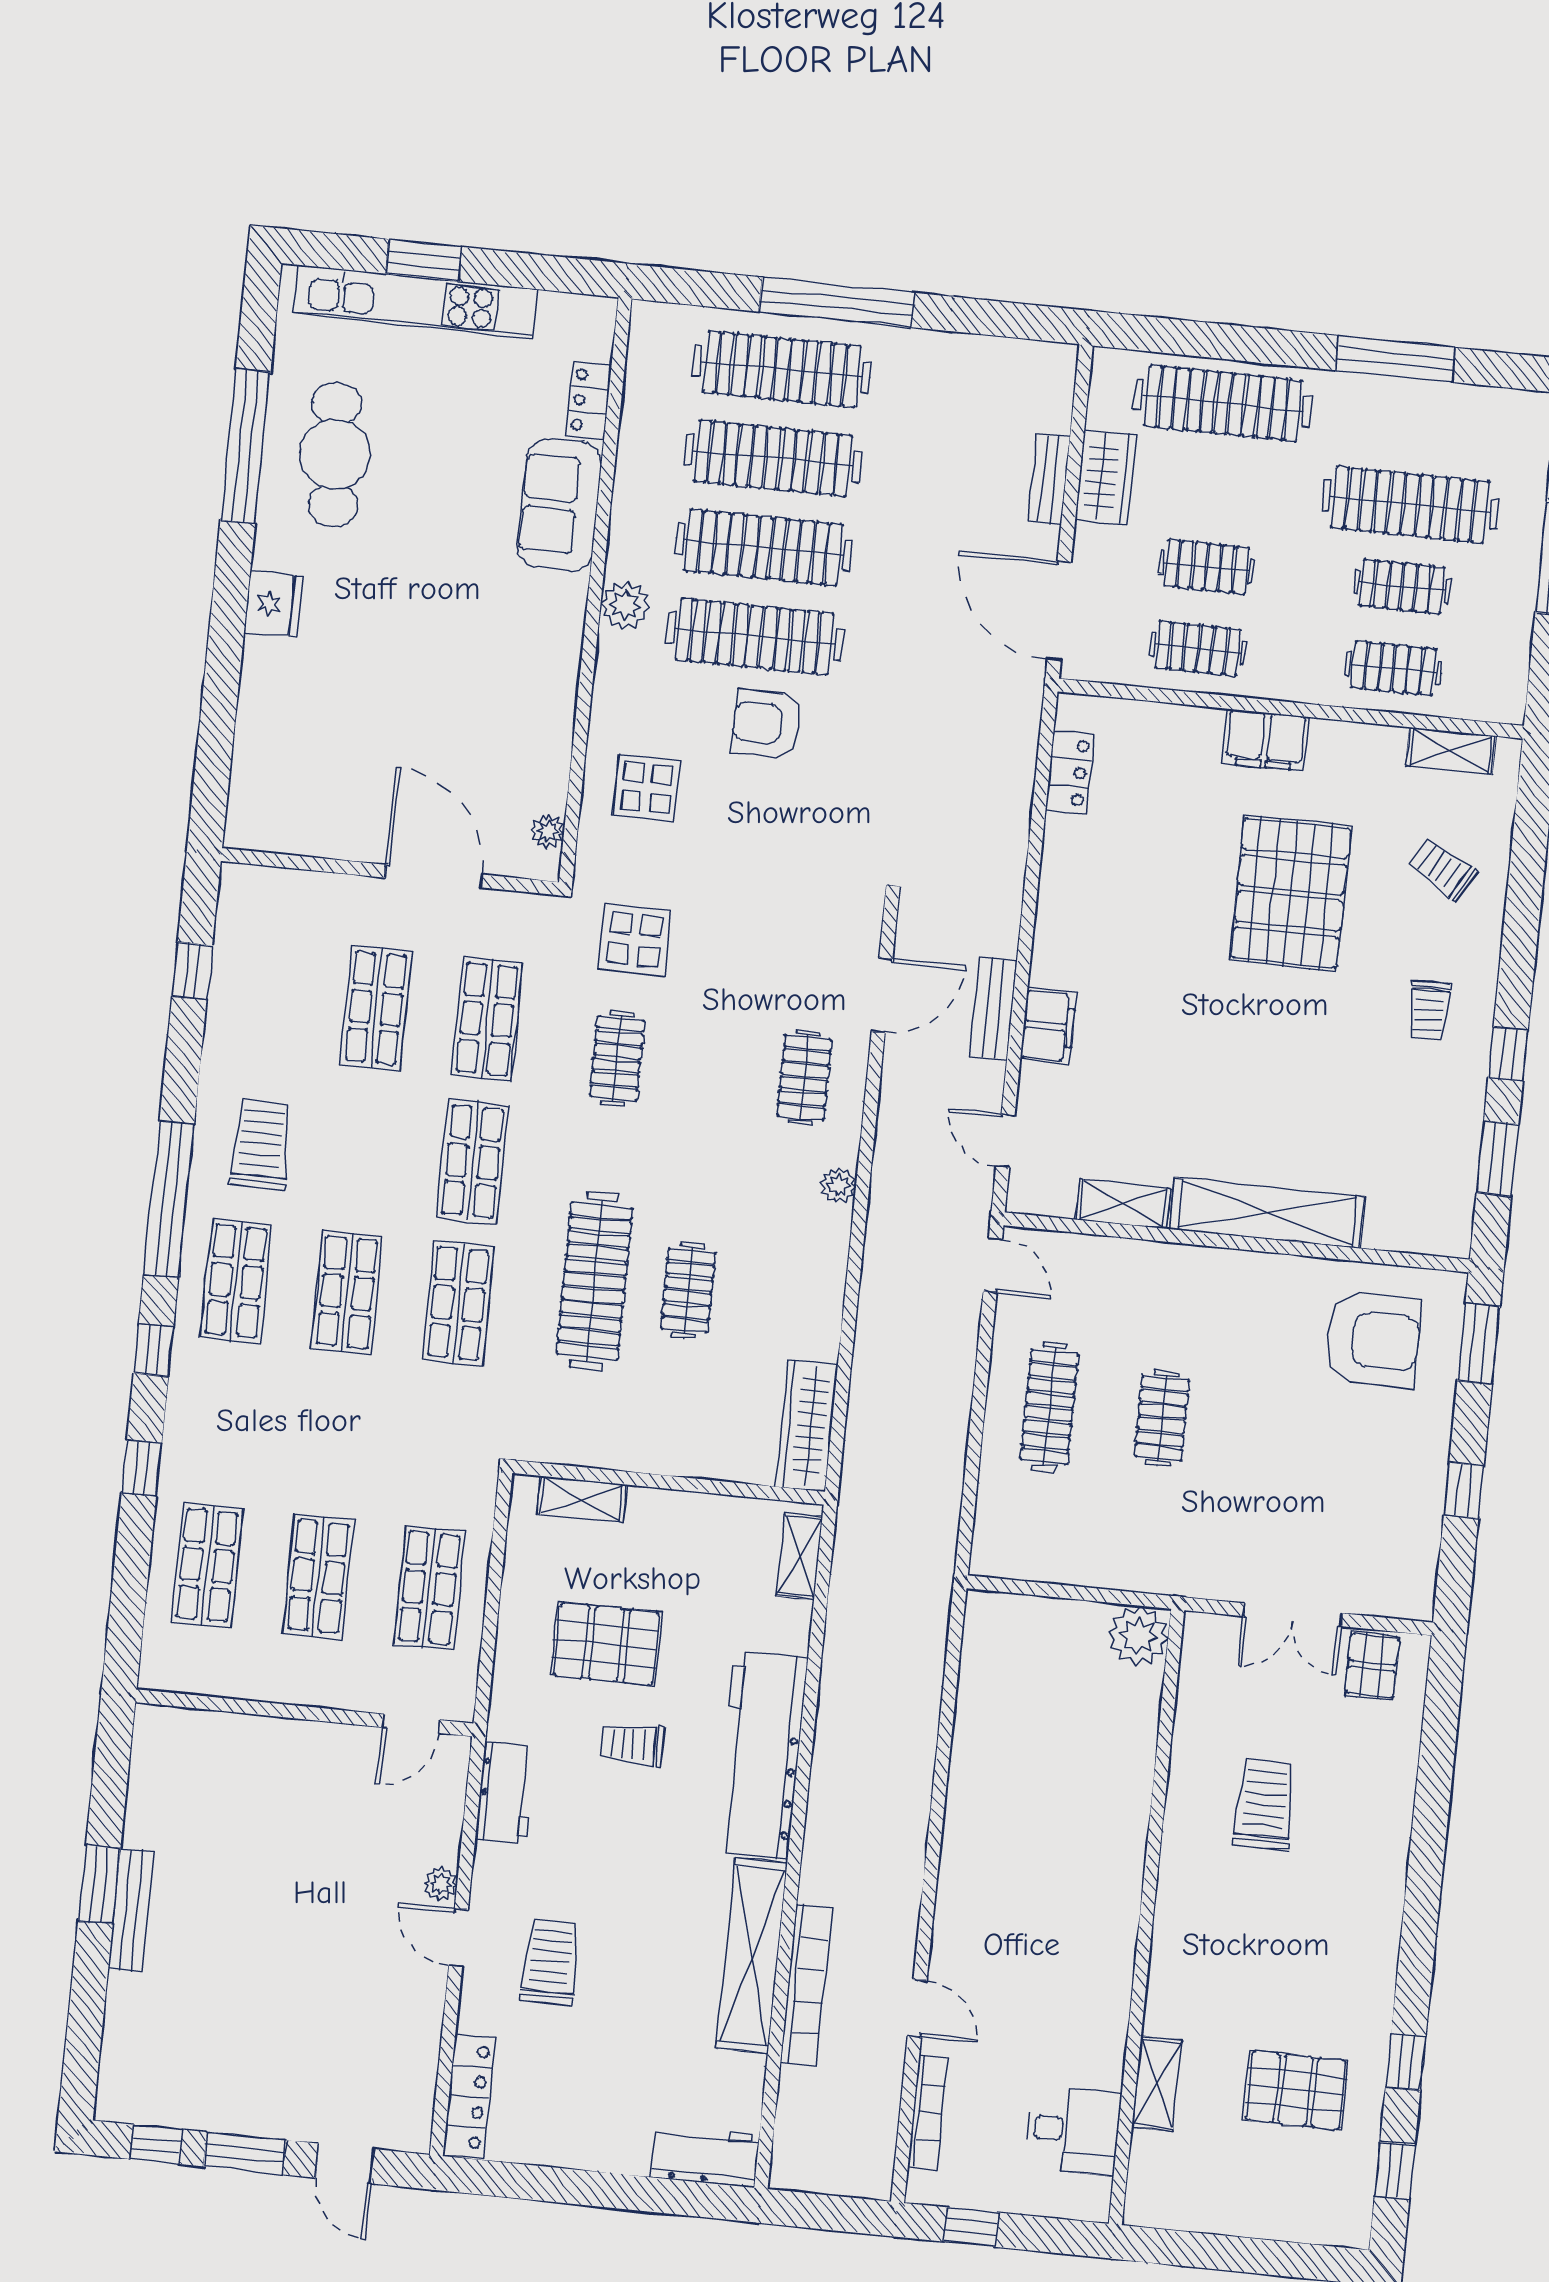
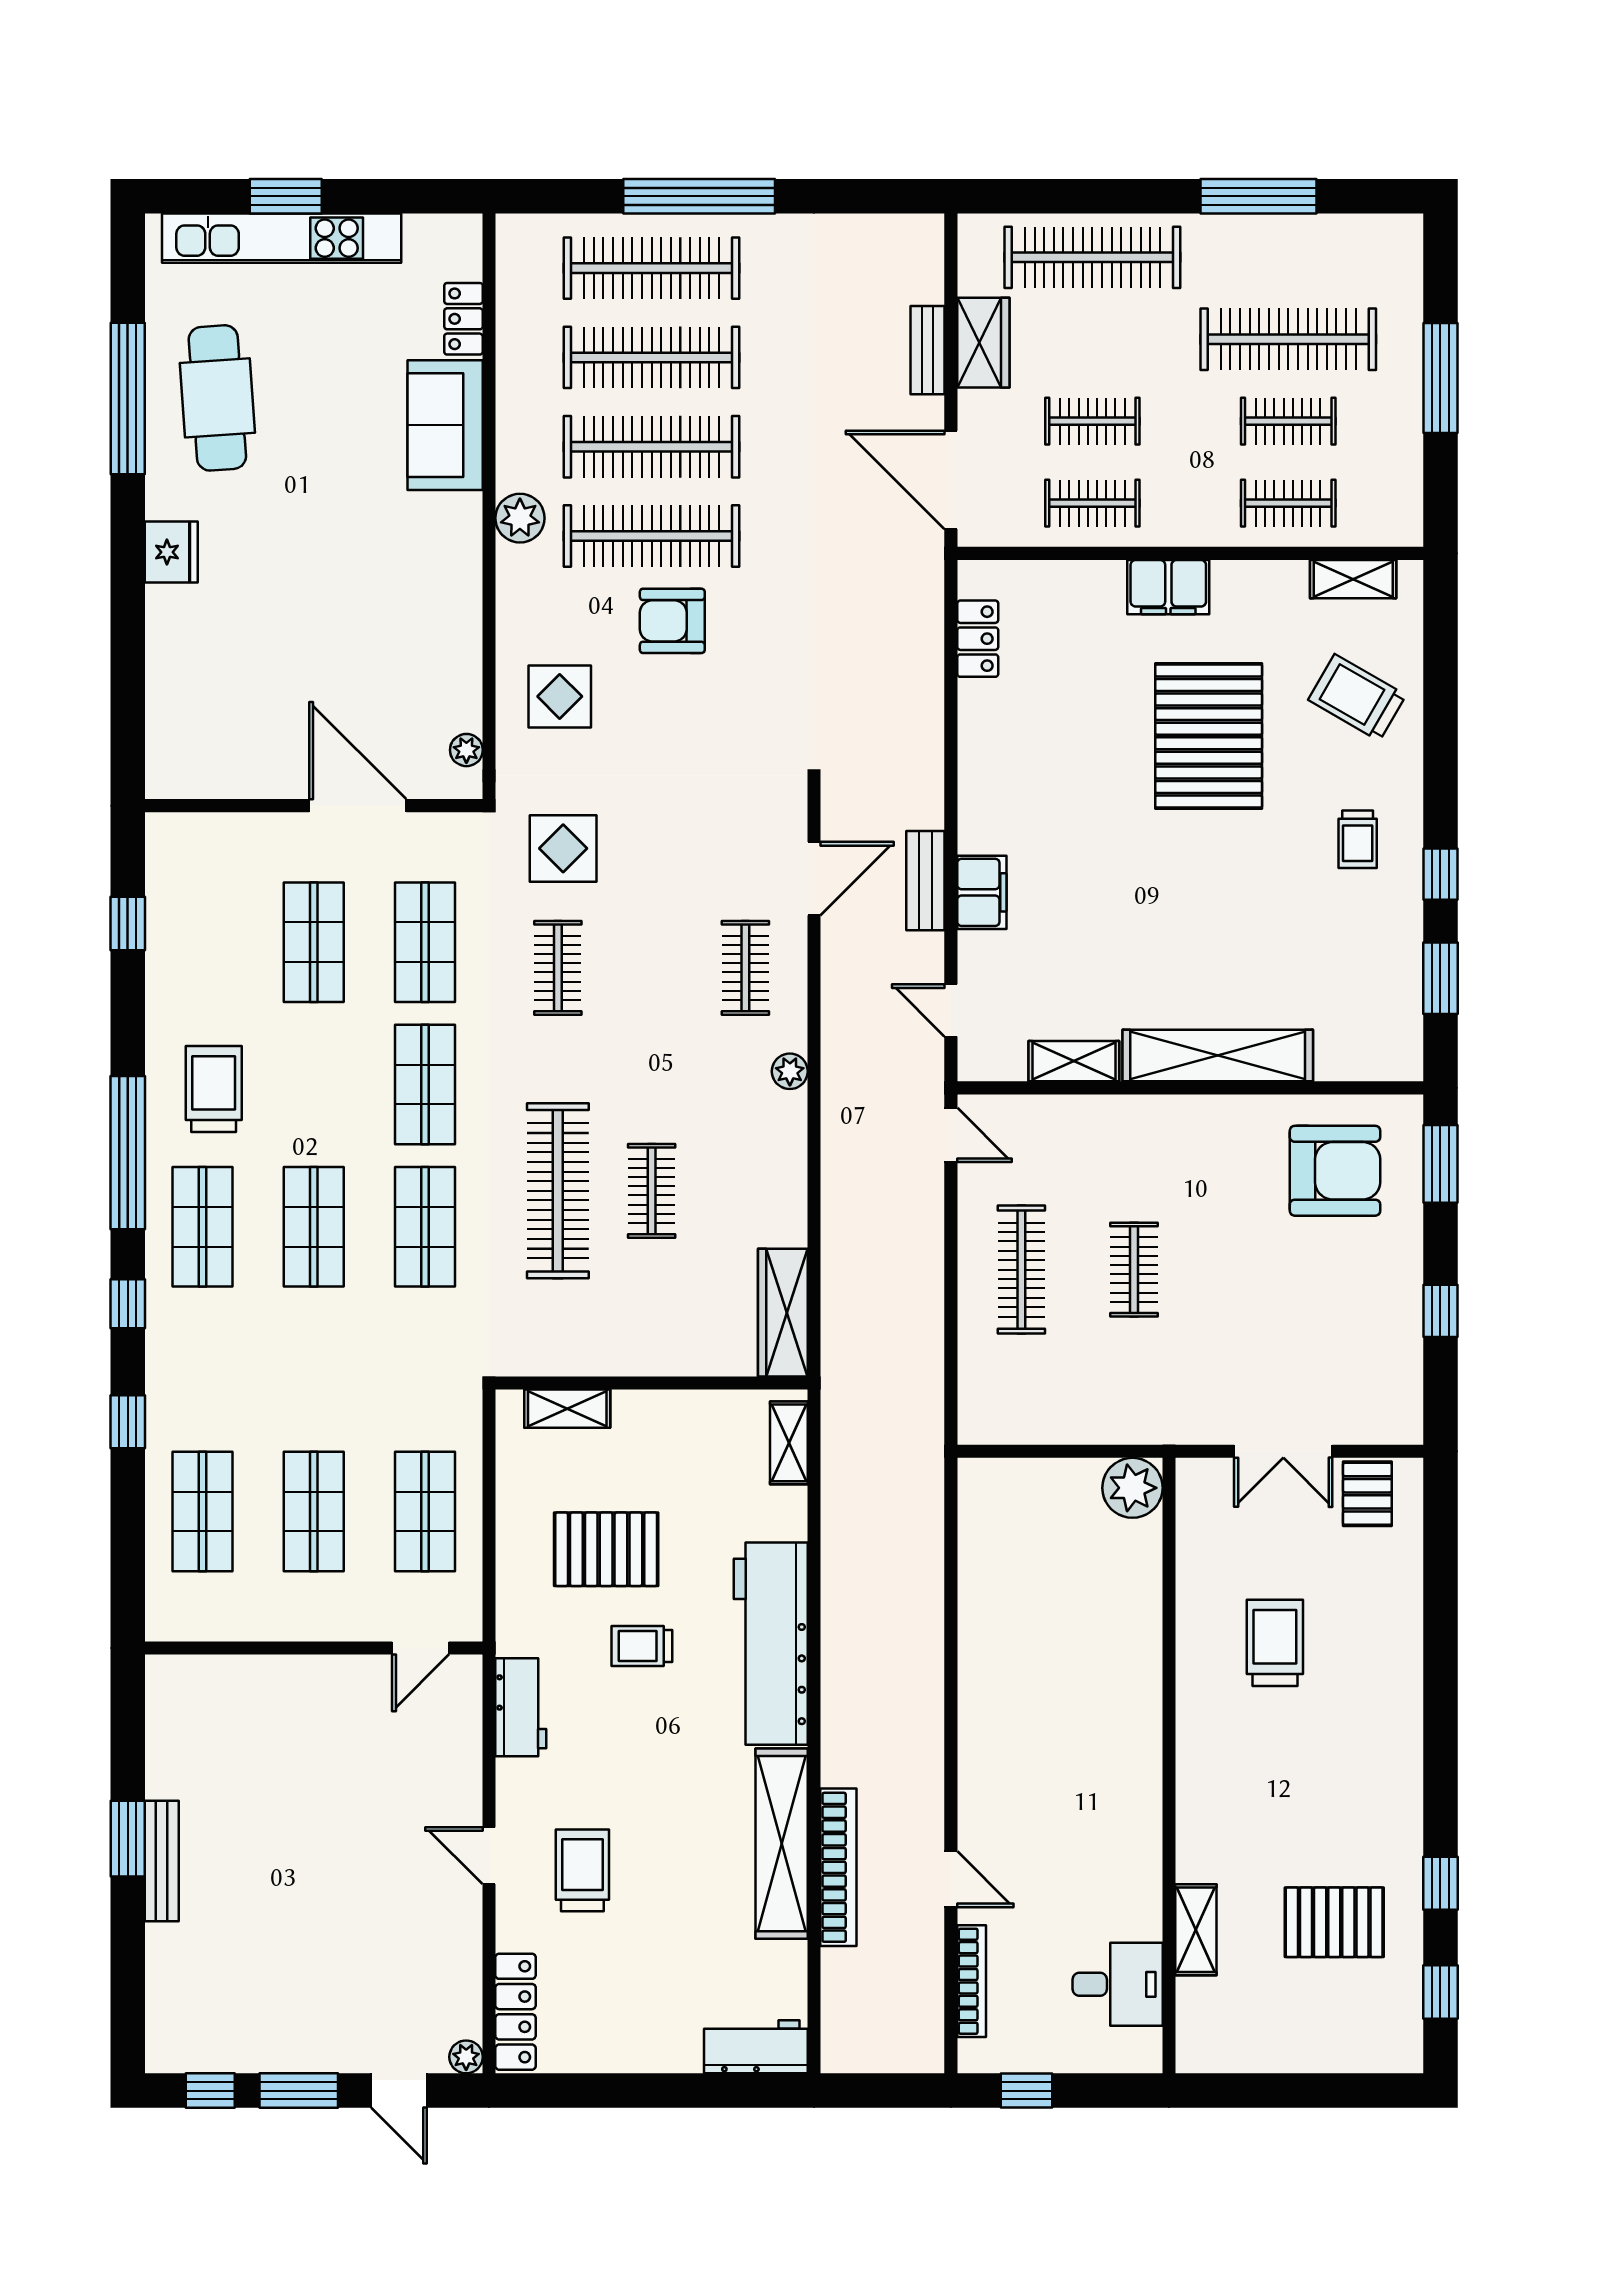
trolley: (1443, 869) -> (1357, 697), width x1.36, depth x1.39
plant: (441, 1884) -> (466, 2057), moved

